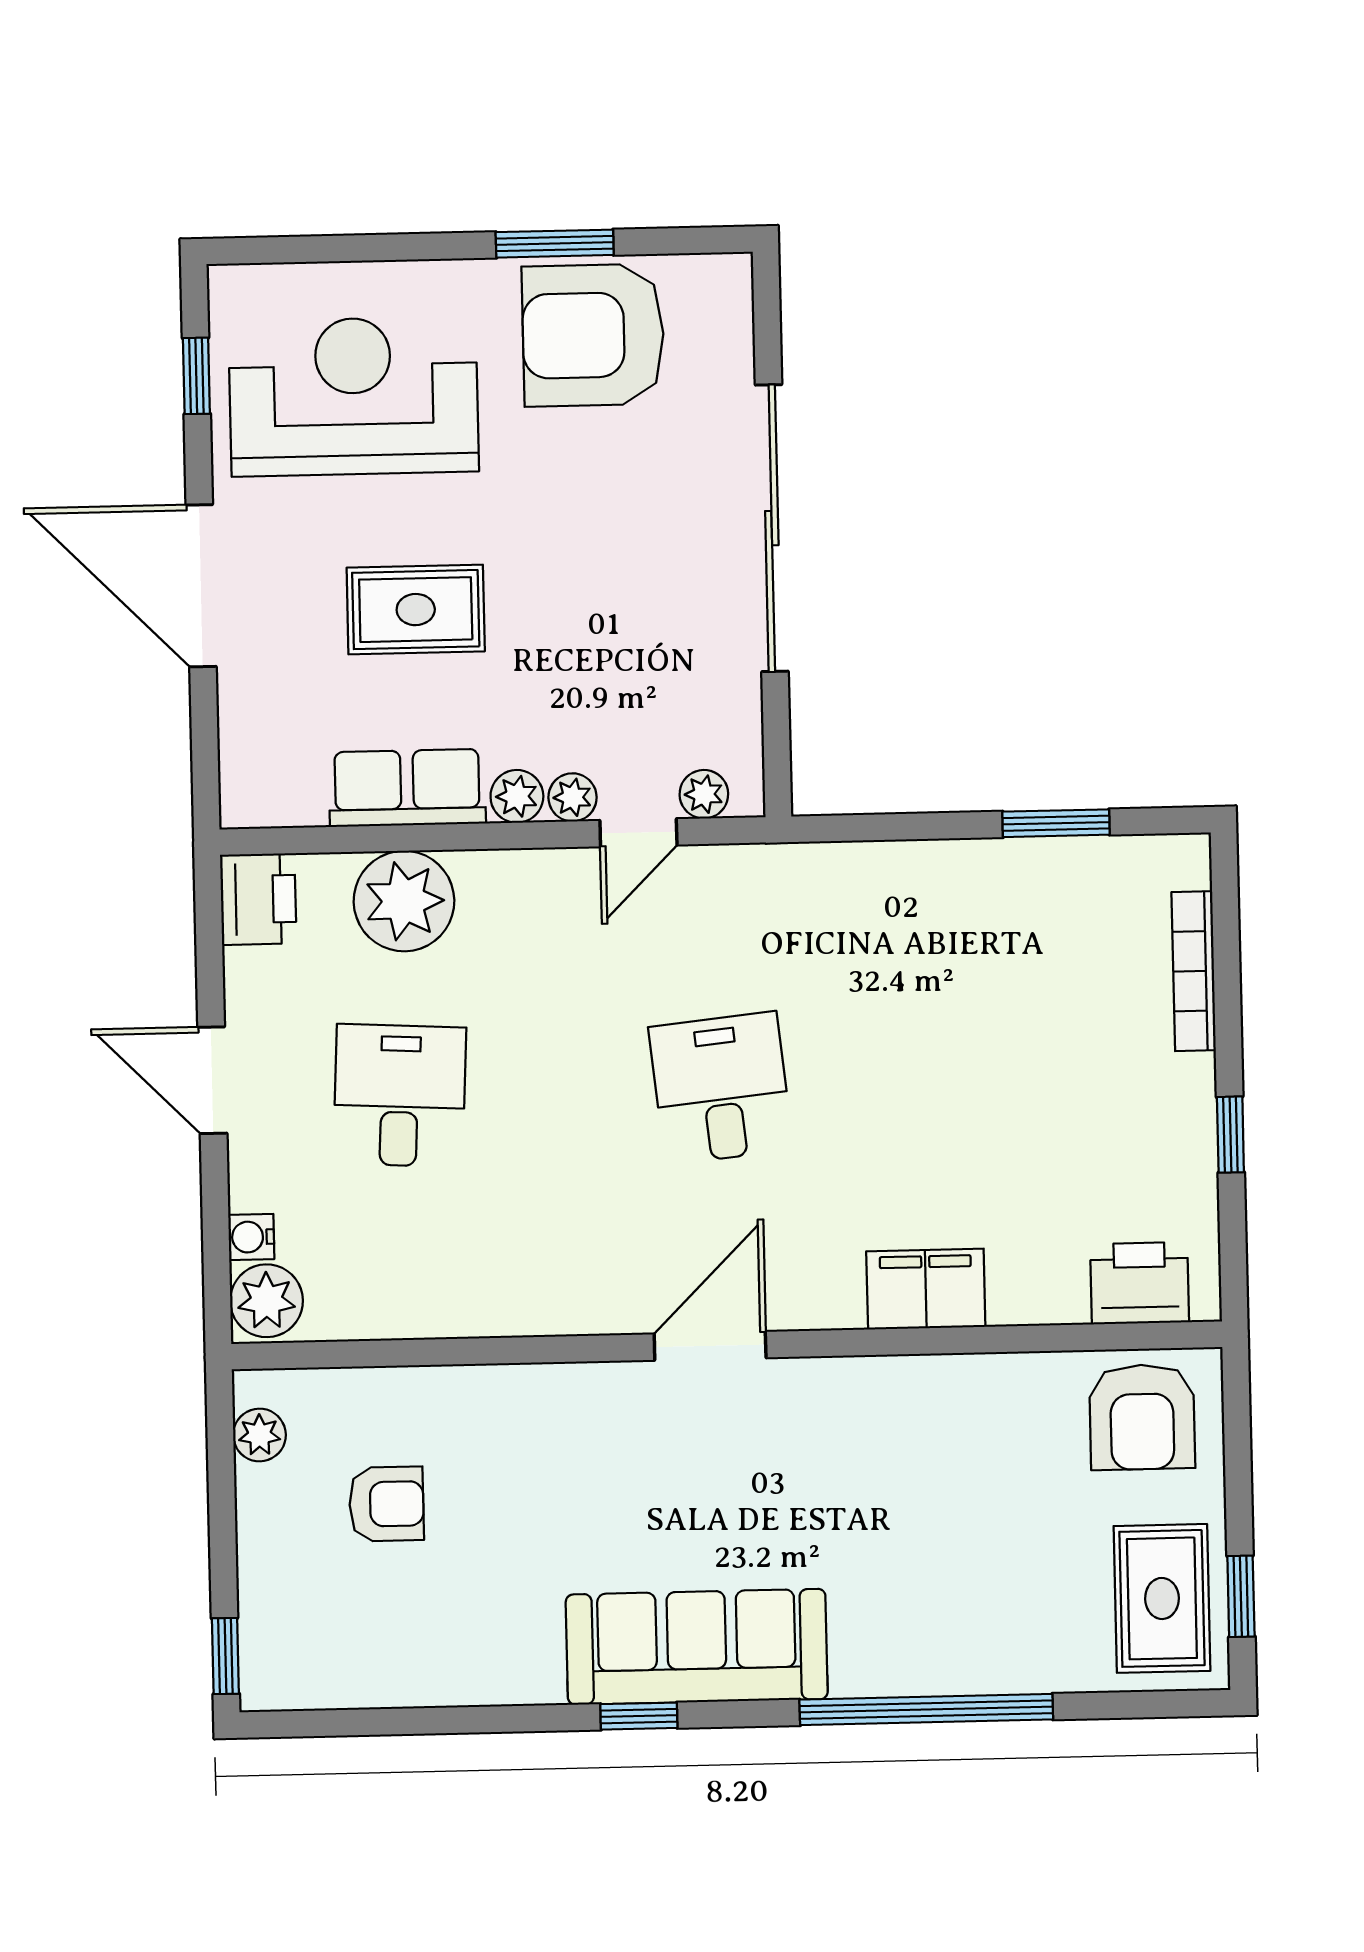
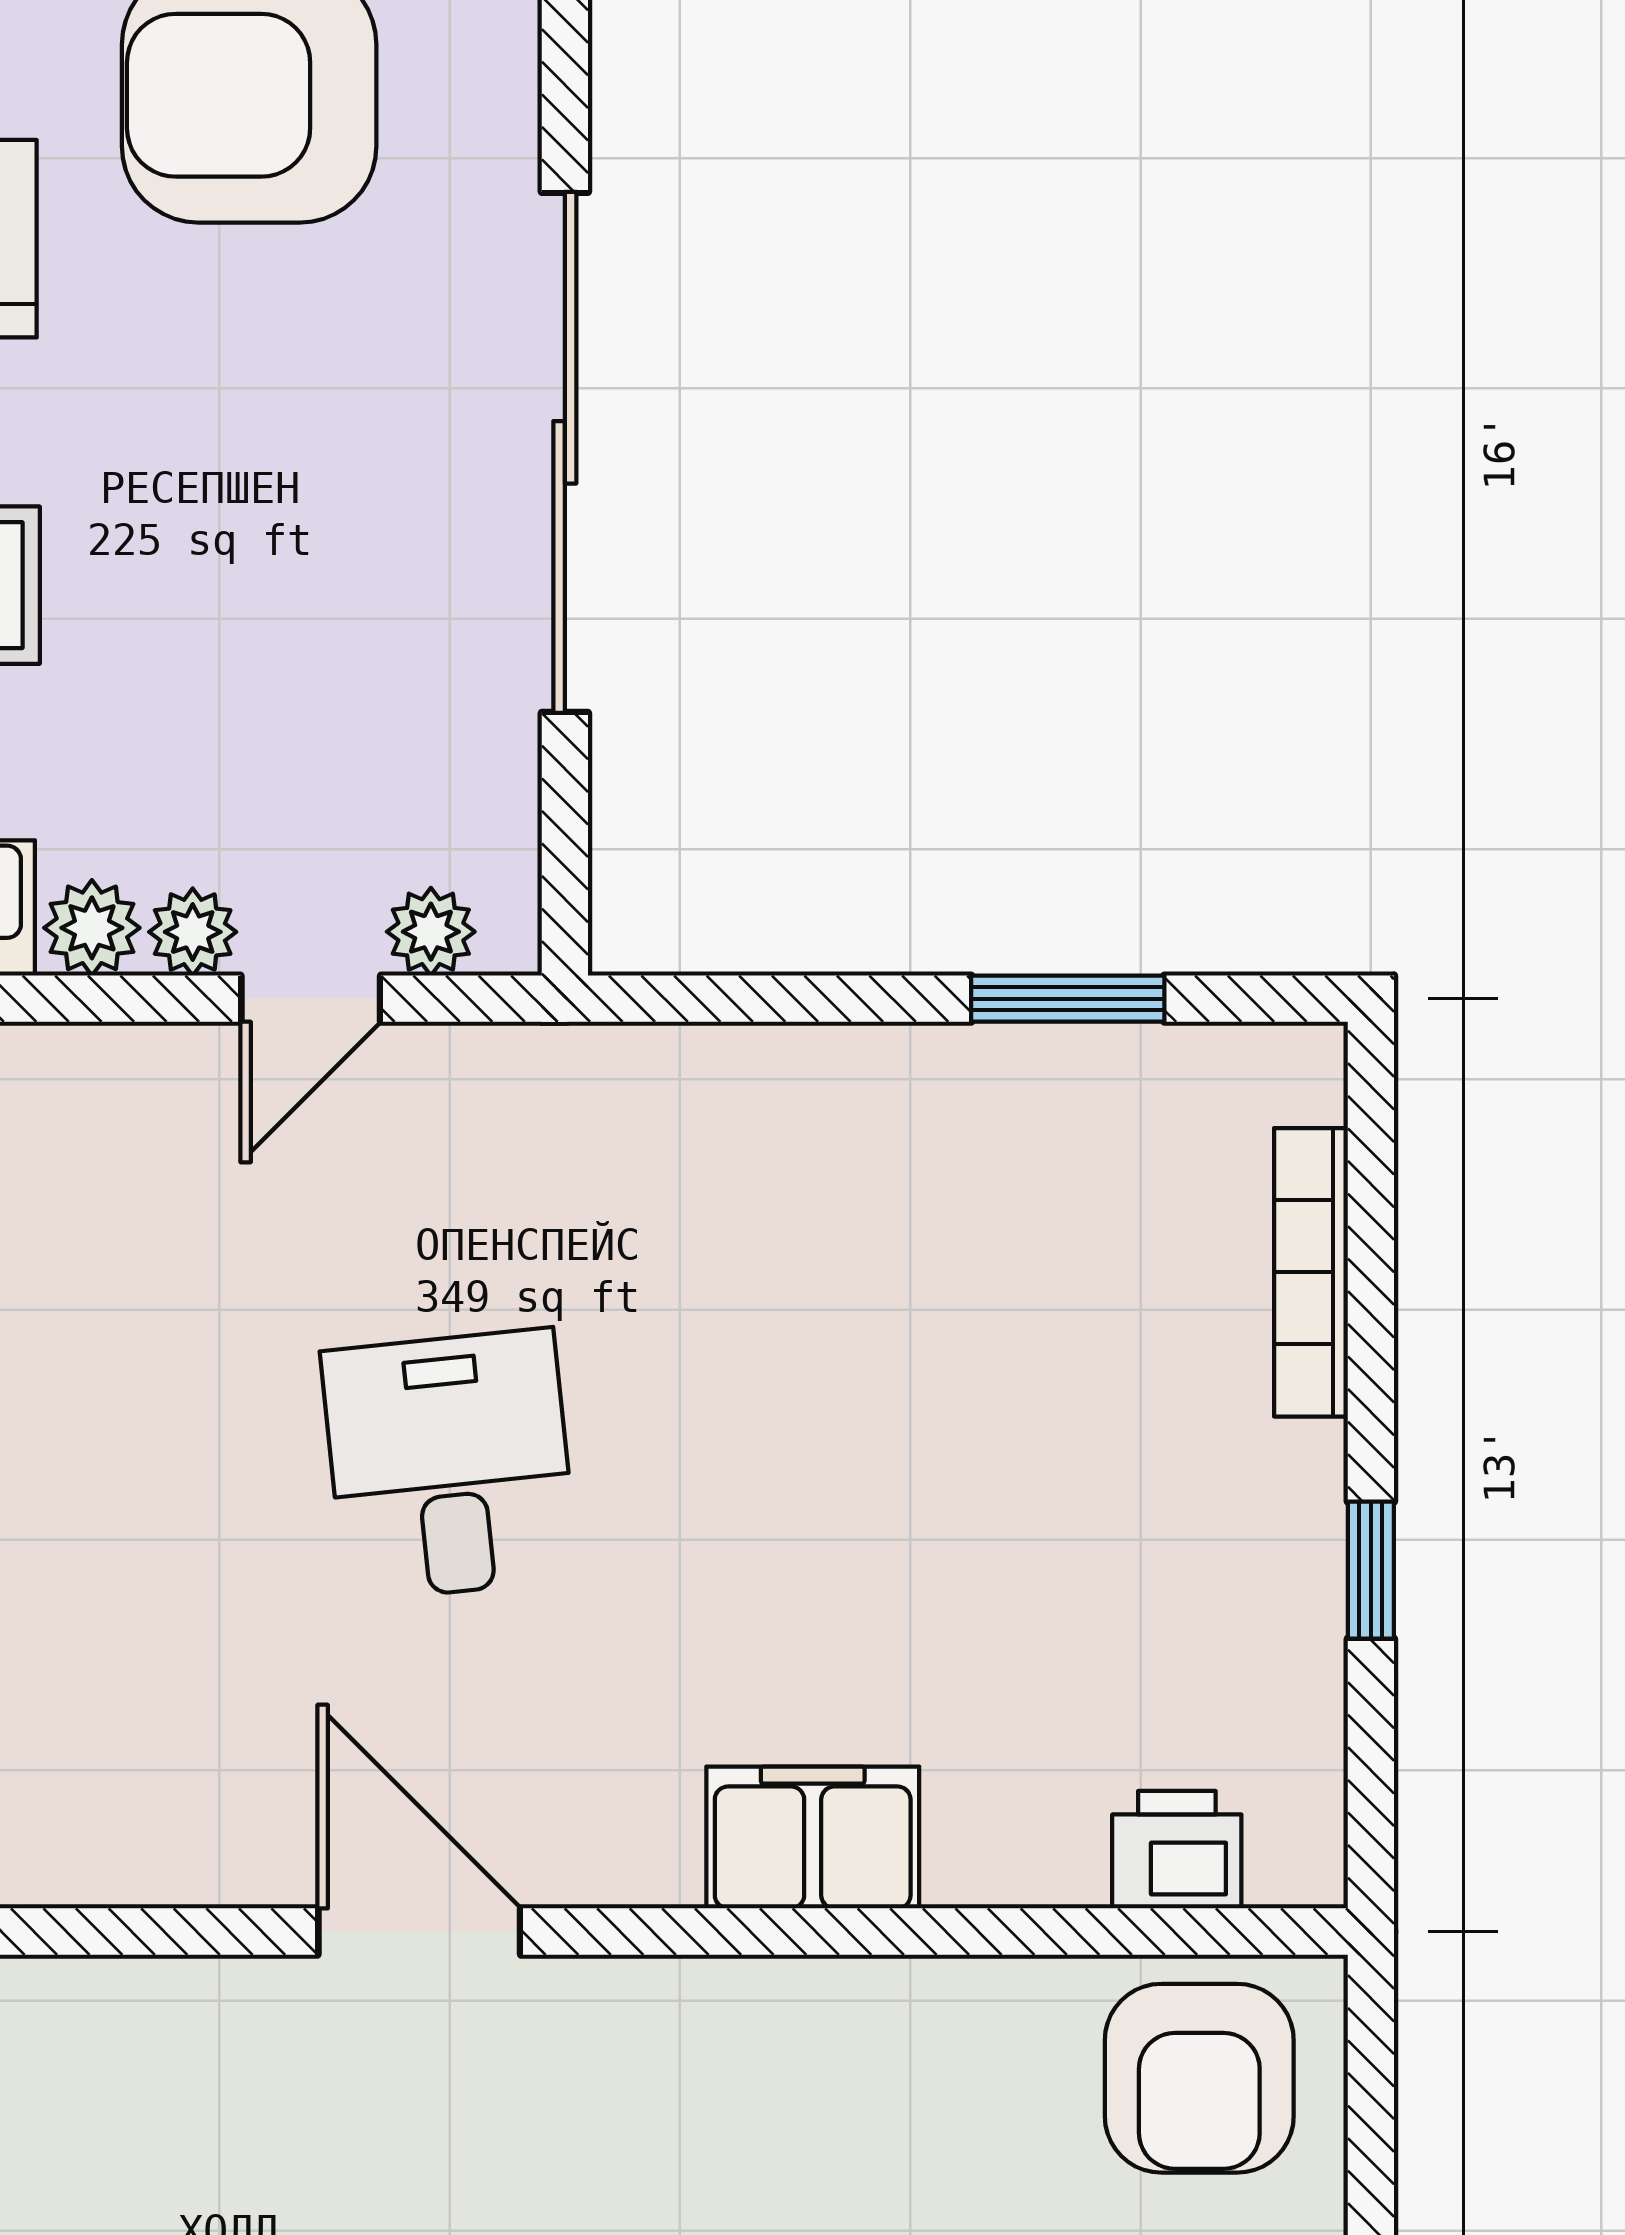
printer: (1140, 1283) -> (1177, 1850), width x0.73, depth x0.81
door: (710, 1346) -> (419, 1931), hinge flipped

